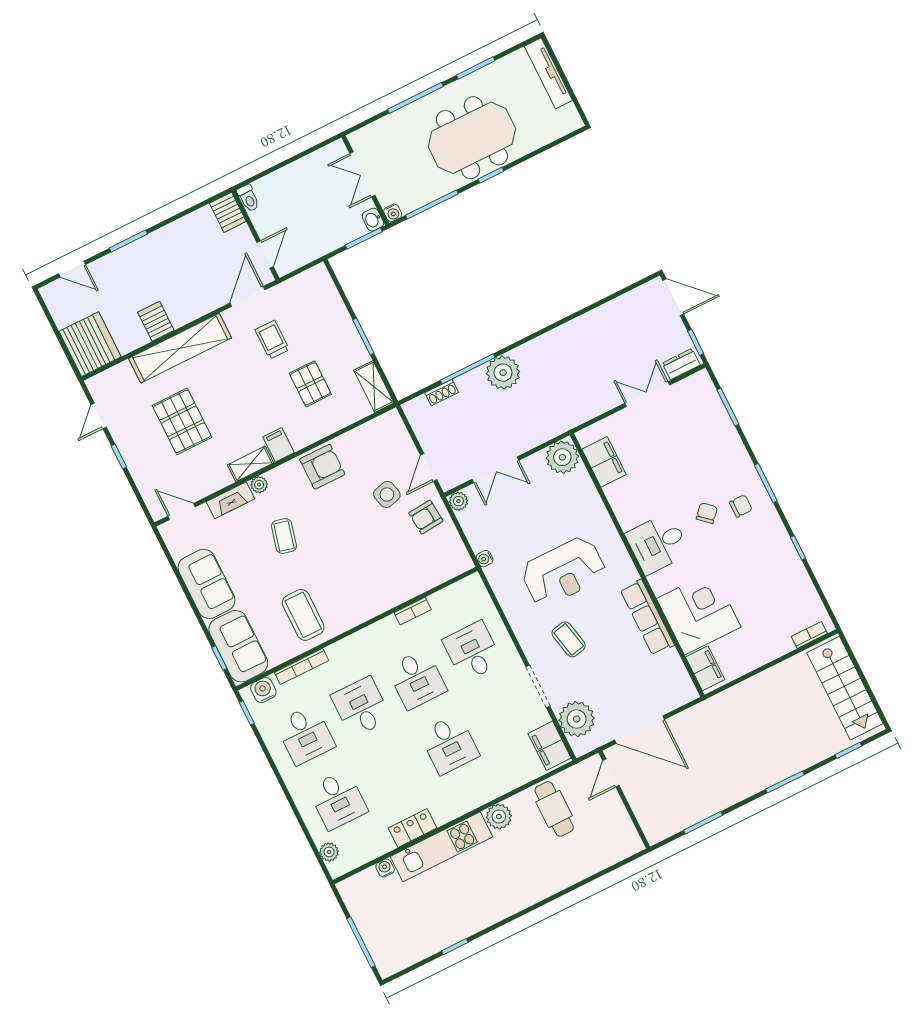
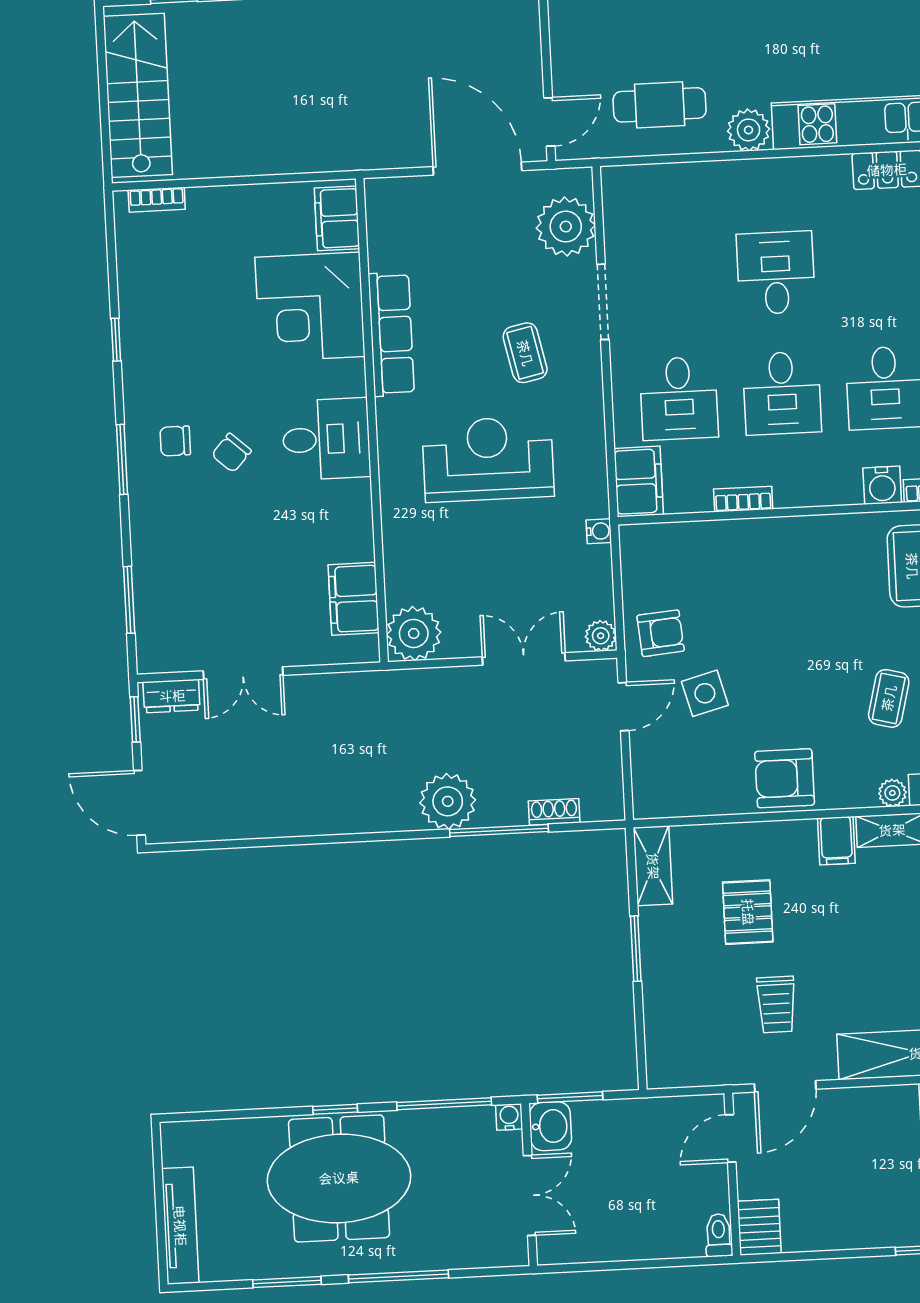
washbasin: (373, 220) -> (550, 1126), width x1.38, depth x1.45
water cooler: (339, 652) -> (882, 485), added
desk: (417, 679) -> (782, 393), turned 180
filing cabinet: (549, 746) -> (639, 482), moved
cafe table: (554, 809) -> (660, 105), turned 90

